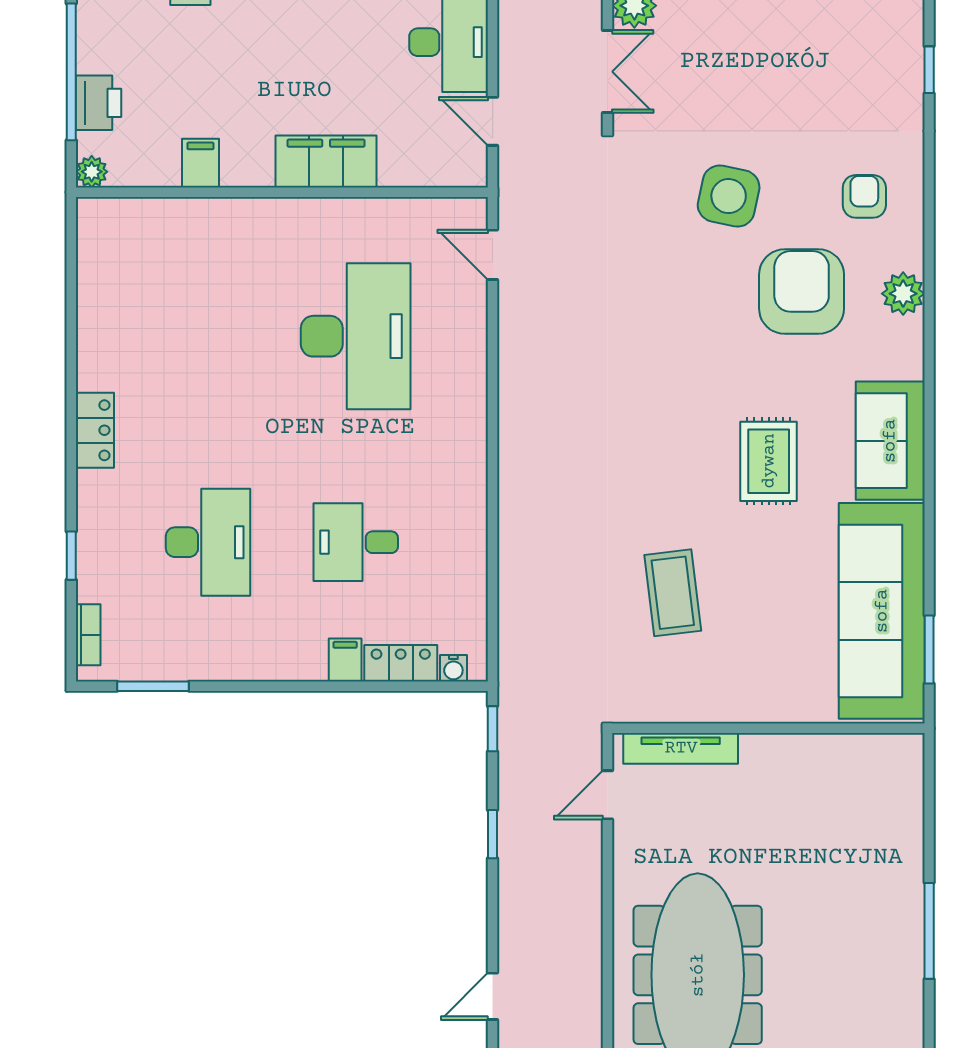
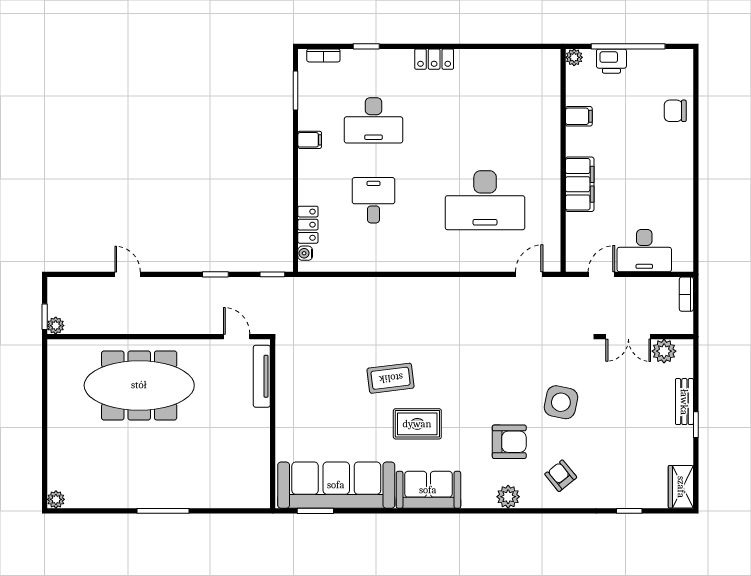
armchair: (864, 196) -> (561, 476), turned -129
armchair: (802, 292) -> (509, 442), width x0.73, depth x0.73
coffee table: (673, 593) -> (391, 378), moved
filing cabinet: (345, 660) -> (310, 140), moved

